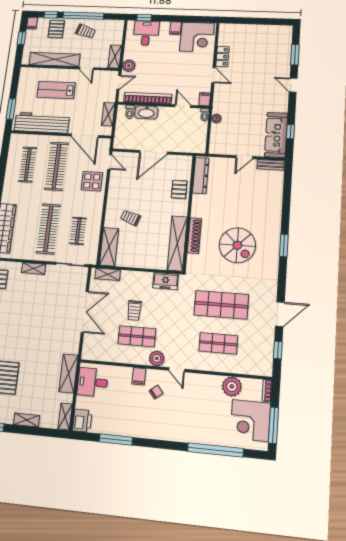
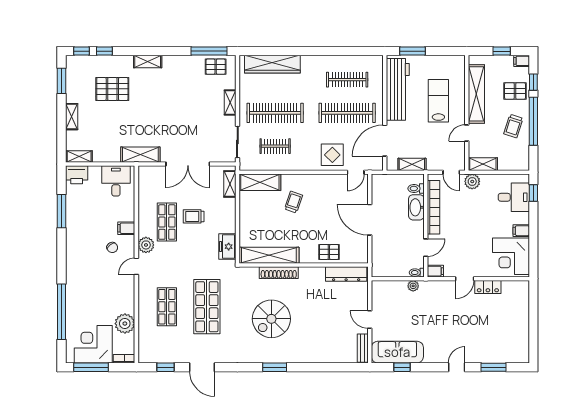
shelving: (69, 373) -> (140, 155), moved

